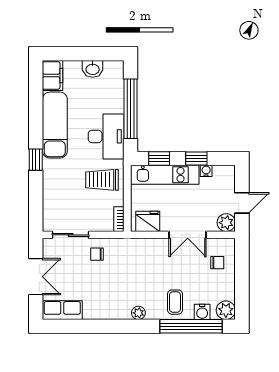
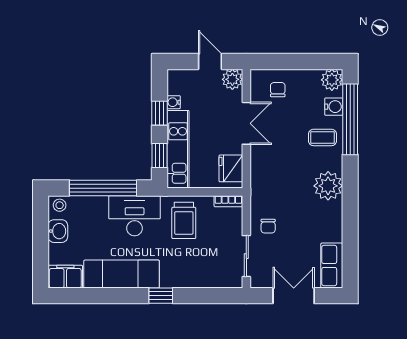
stool: (115, 70) -> (60, 205), added
plant: (138, 313) -> (328, 186), width x1.88, depth x1.88

